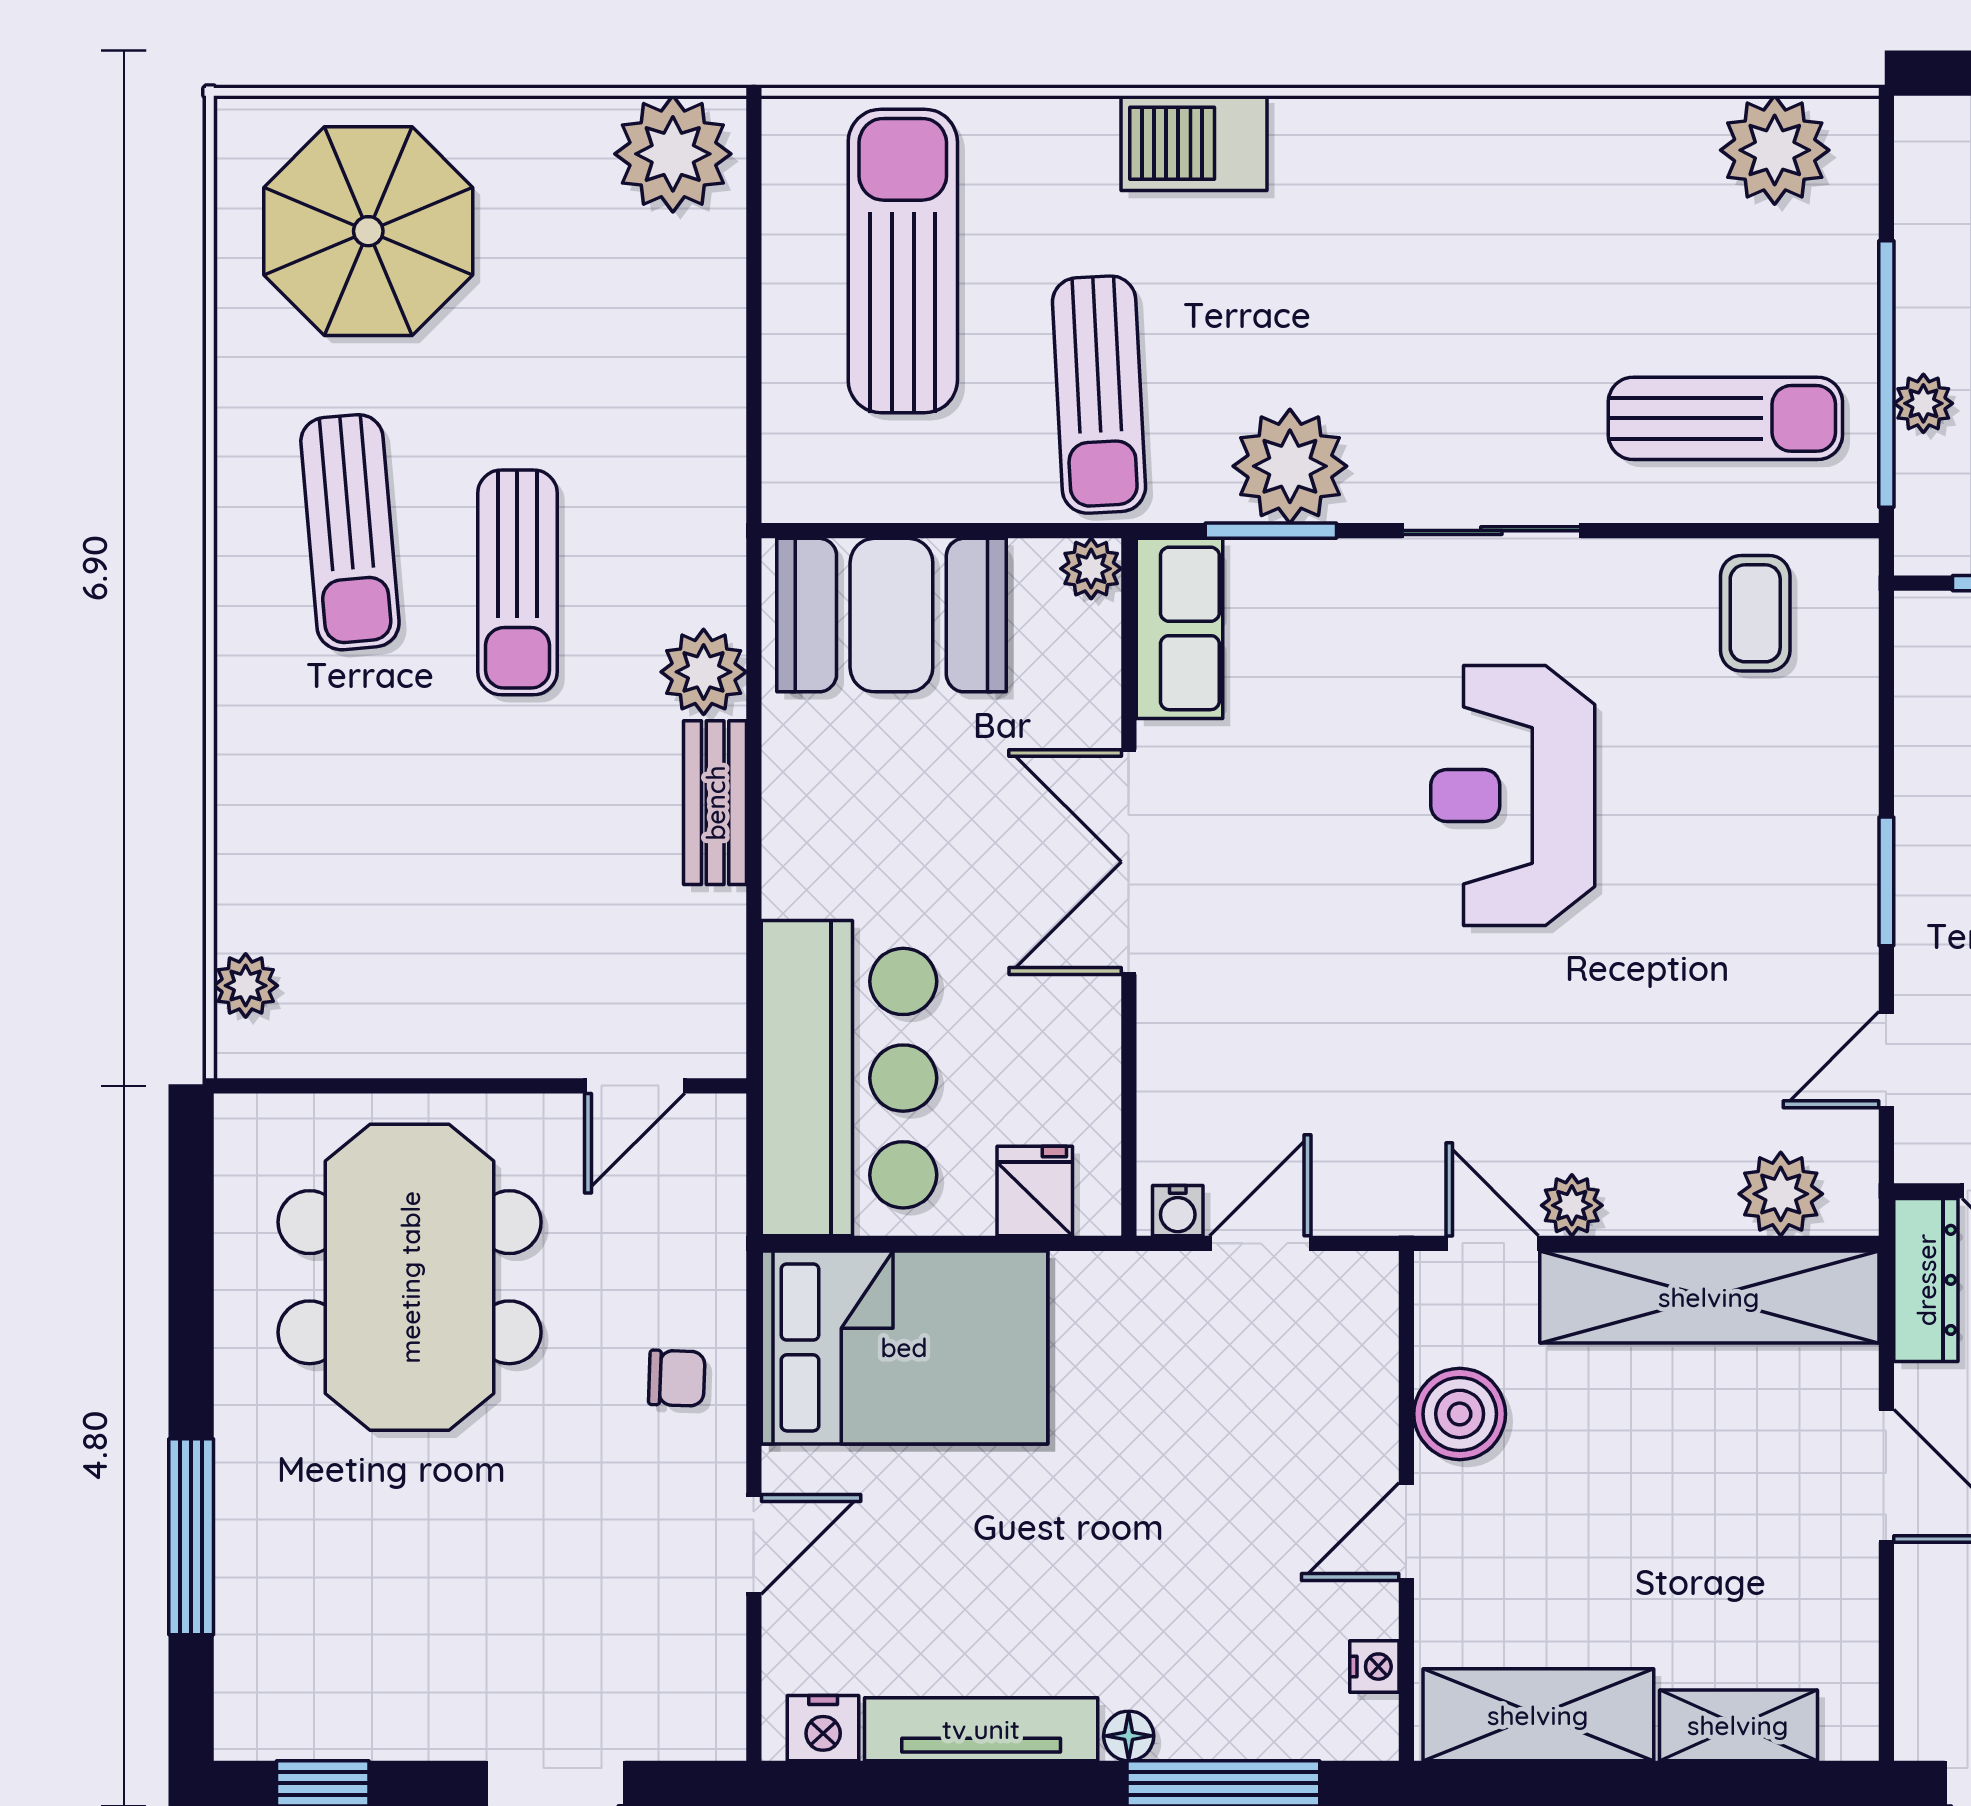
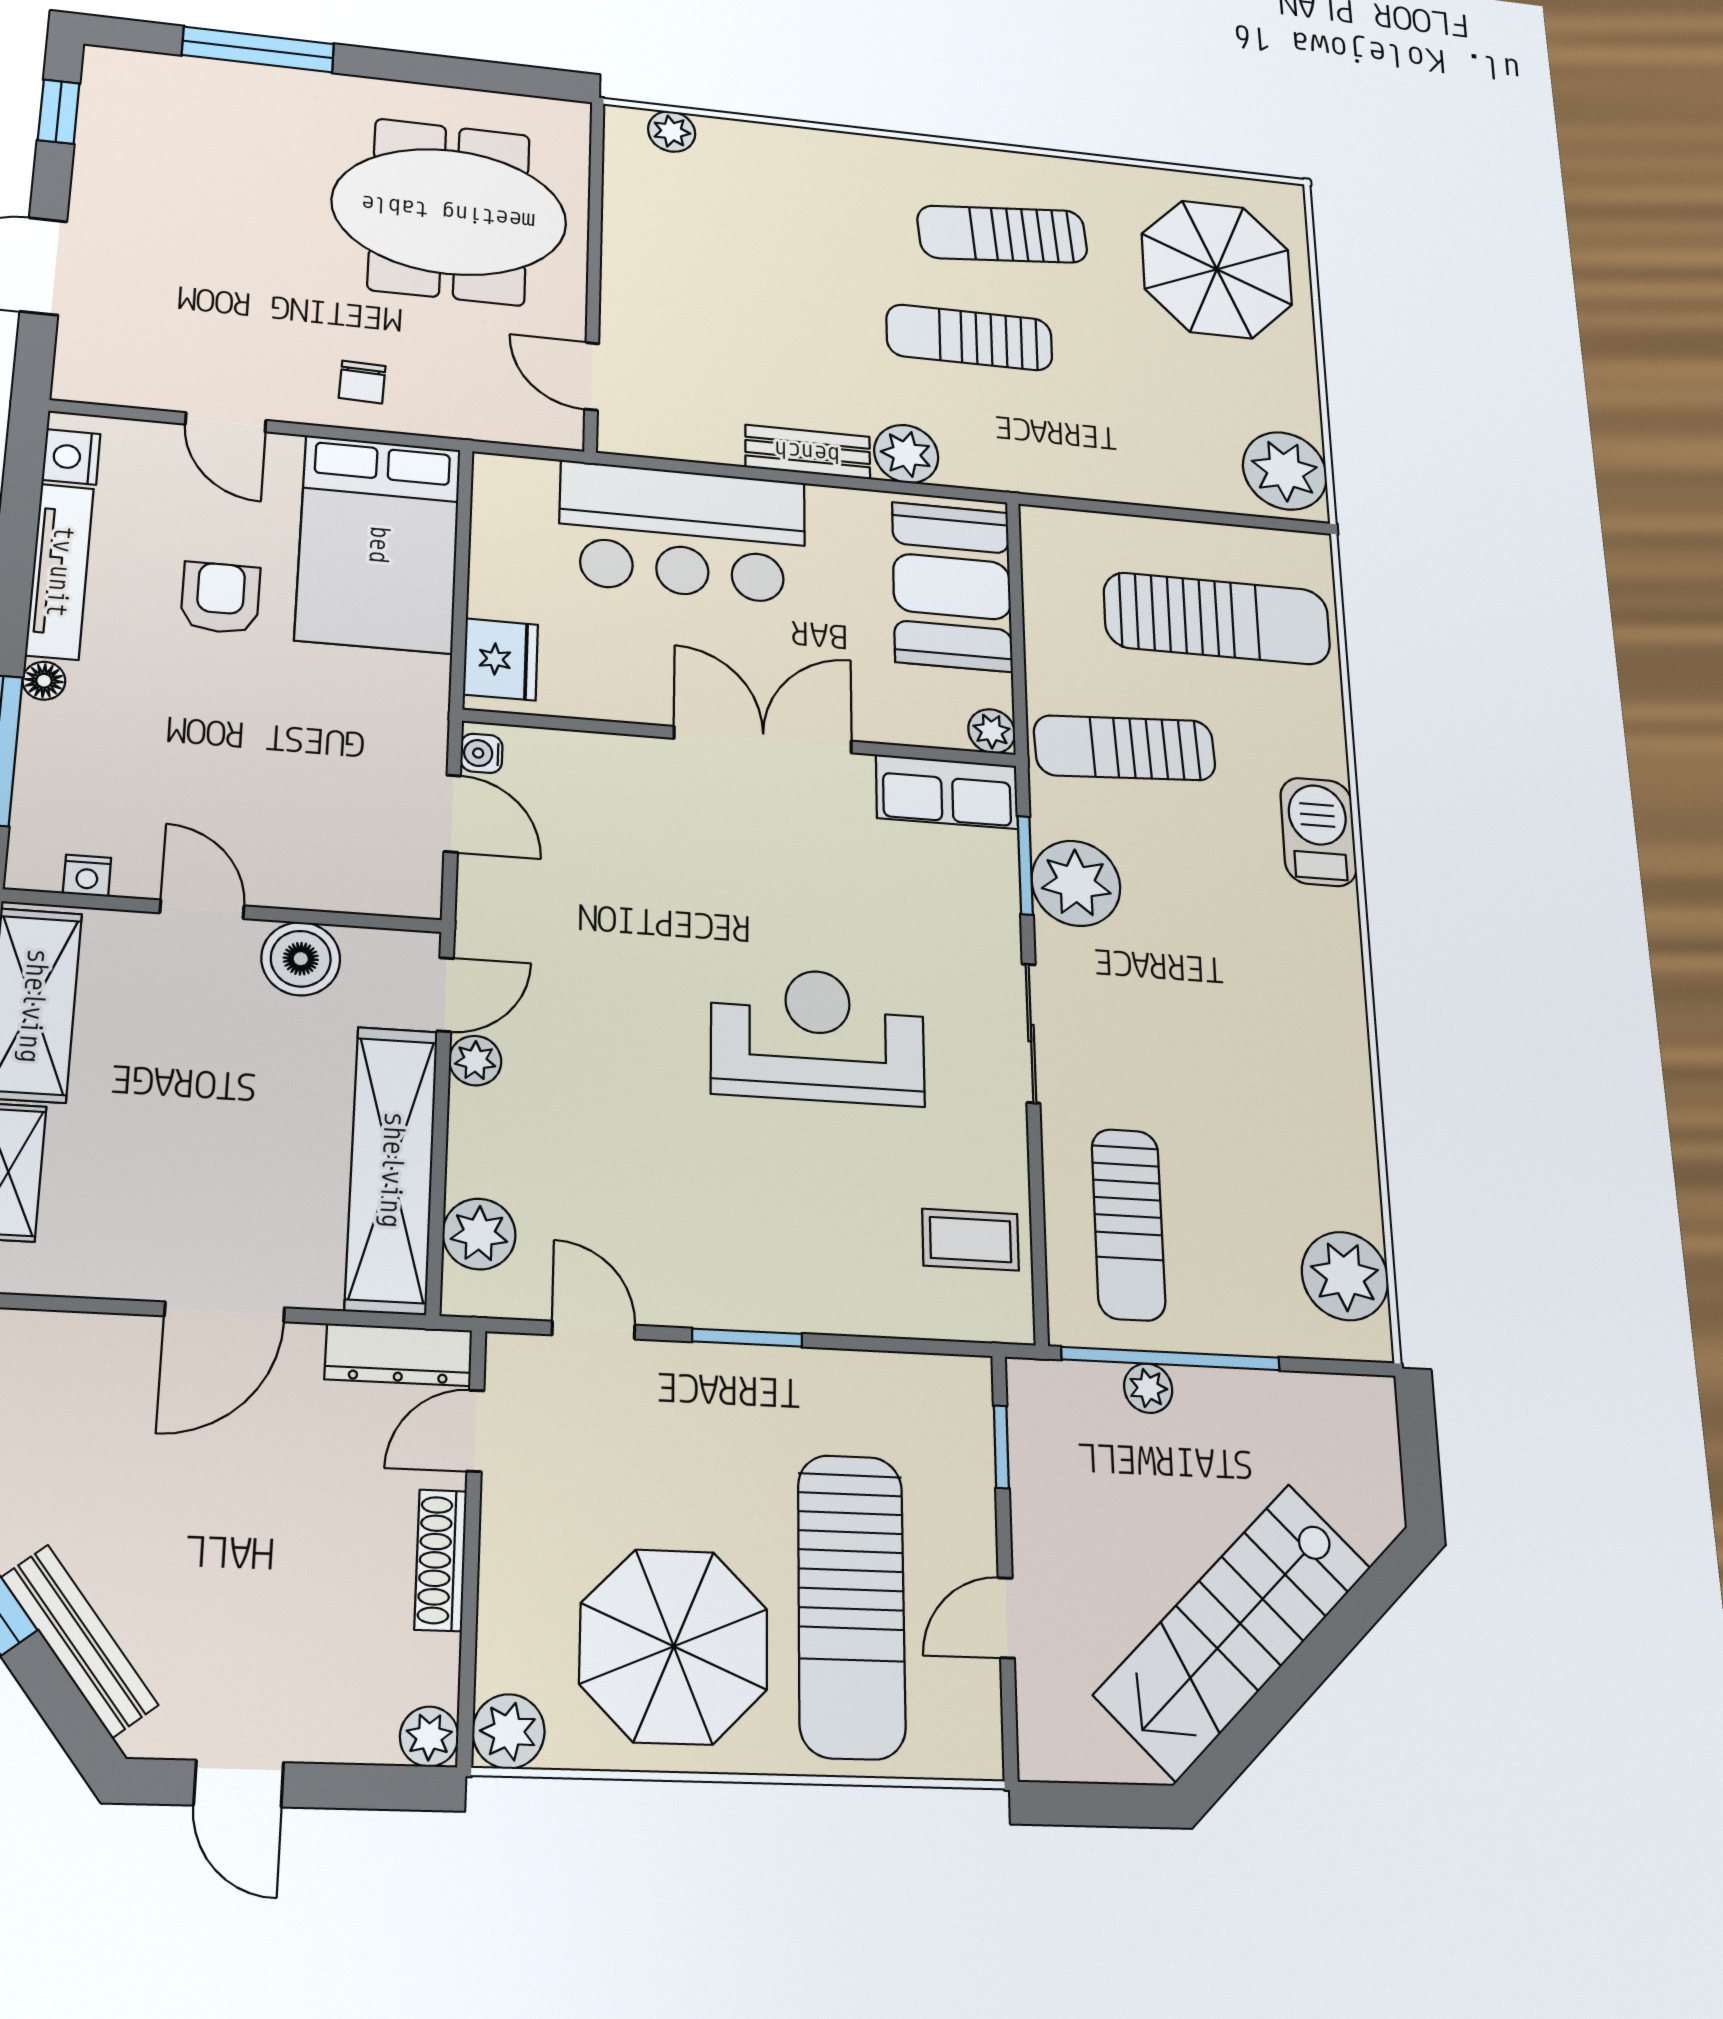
bar counter: (849, 1078) -> (683, 532), moved
fridge: (1035, 1191) -> (501, 659), width x1.38
armchair: (998, 1536) -> (220, 598), added

